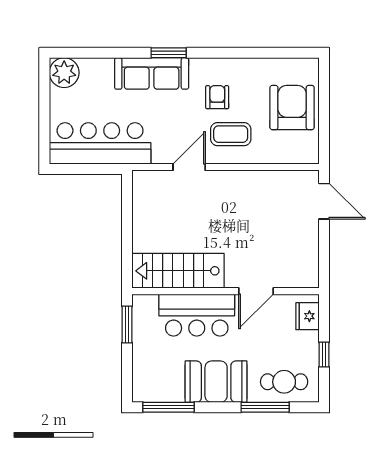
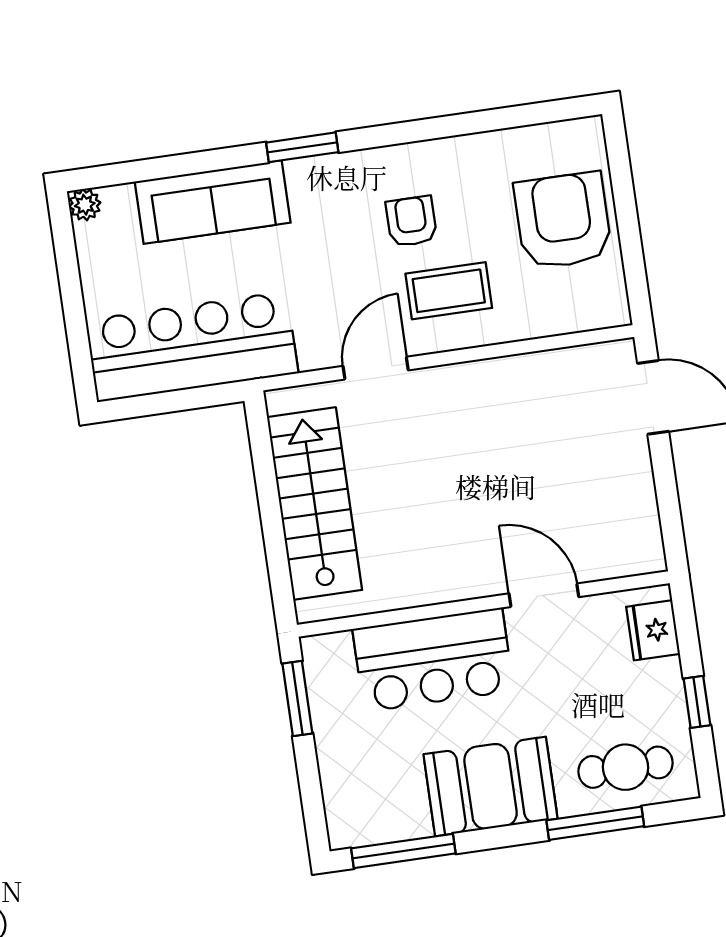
plant: (64, 73) -> (85, 205), width x0.53, depth x0.53
sofa: (152, 73) -> (213, 202), moved
stairs: (178, 271) -> (315, 504), moved, turned 90
door: (256, 291) -> (544, 595), swing flipped

